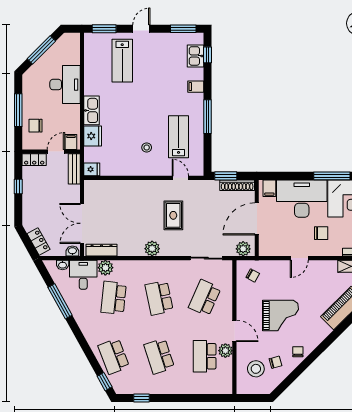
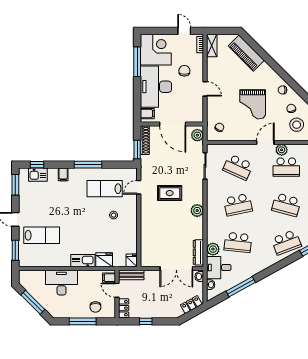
grand piano: (281, 315) -> (253, 104), turned 180
school desk: (159, 356) -> (286, 205), turned 33

